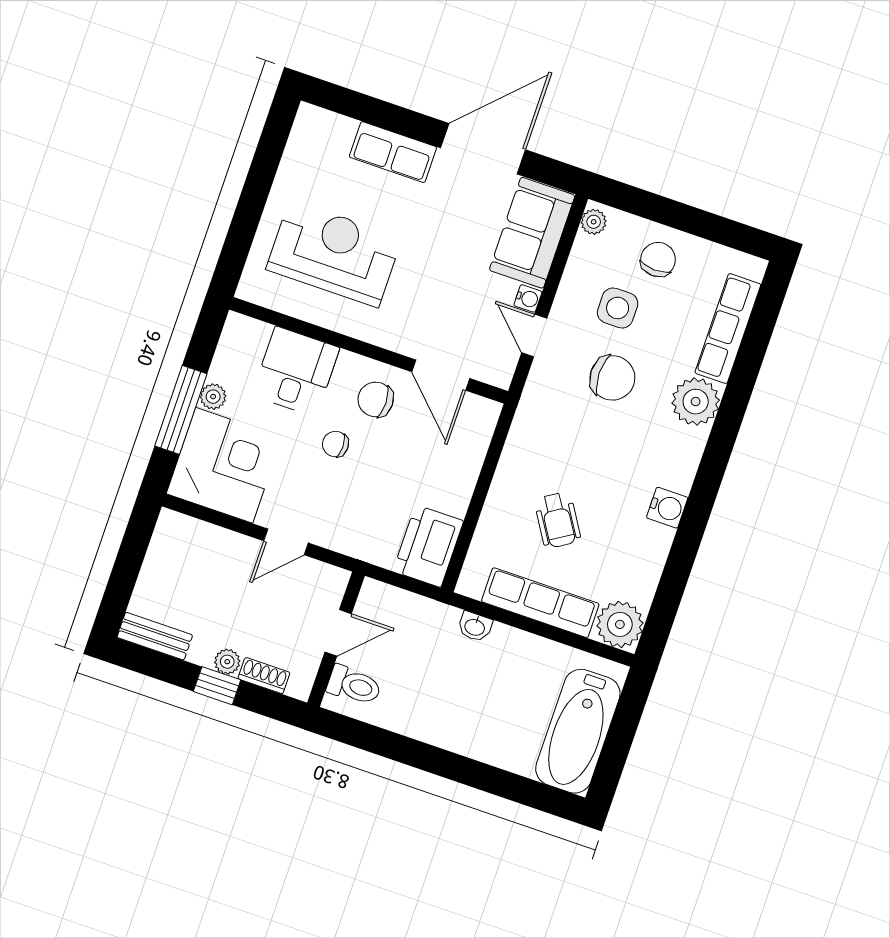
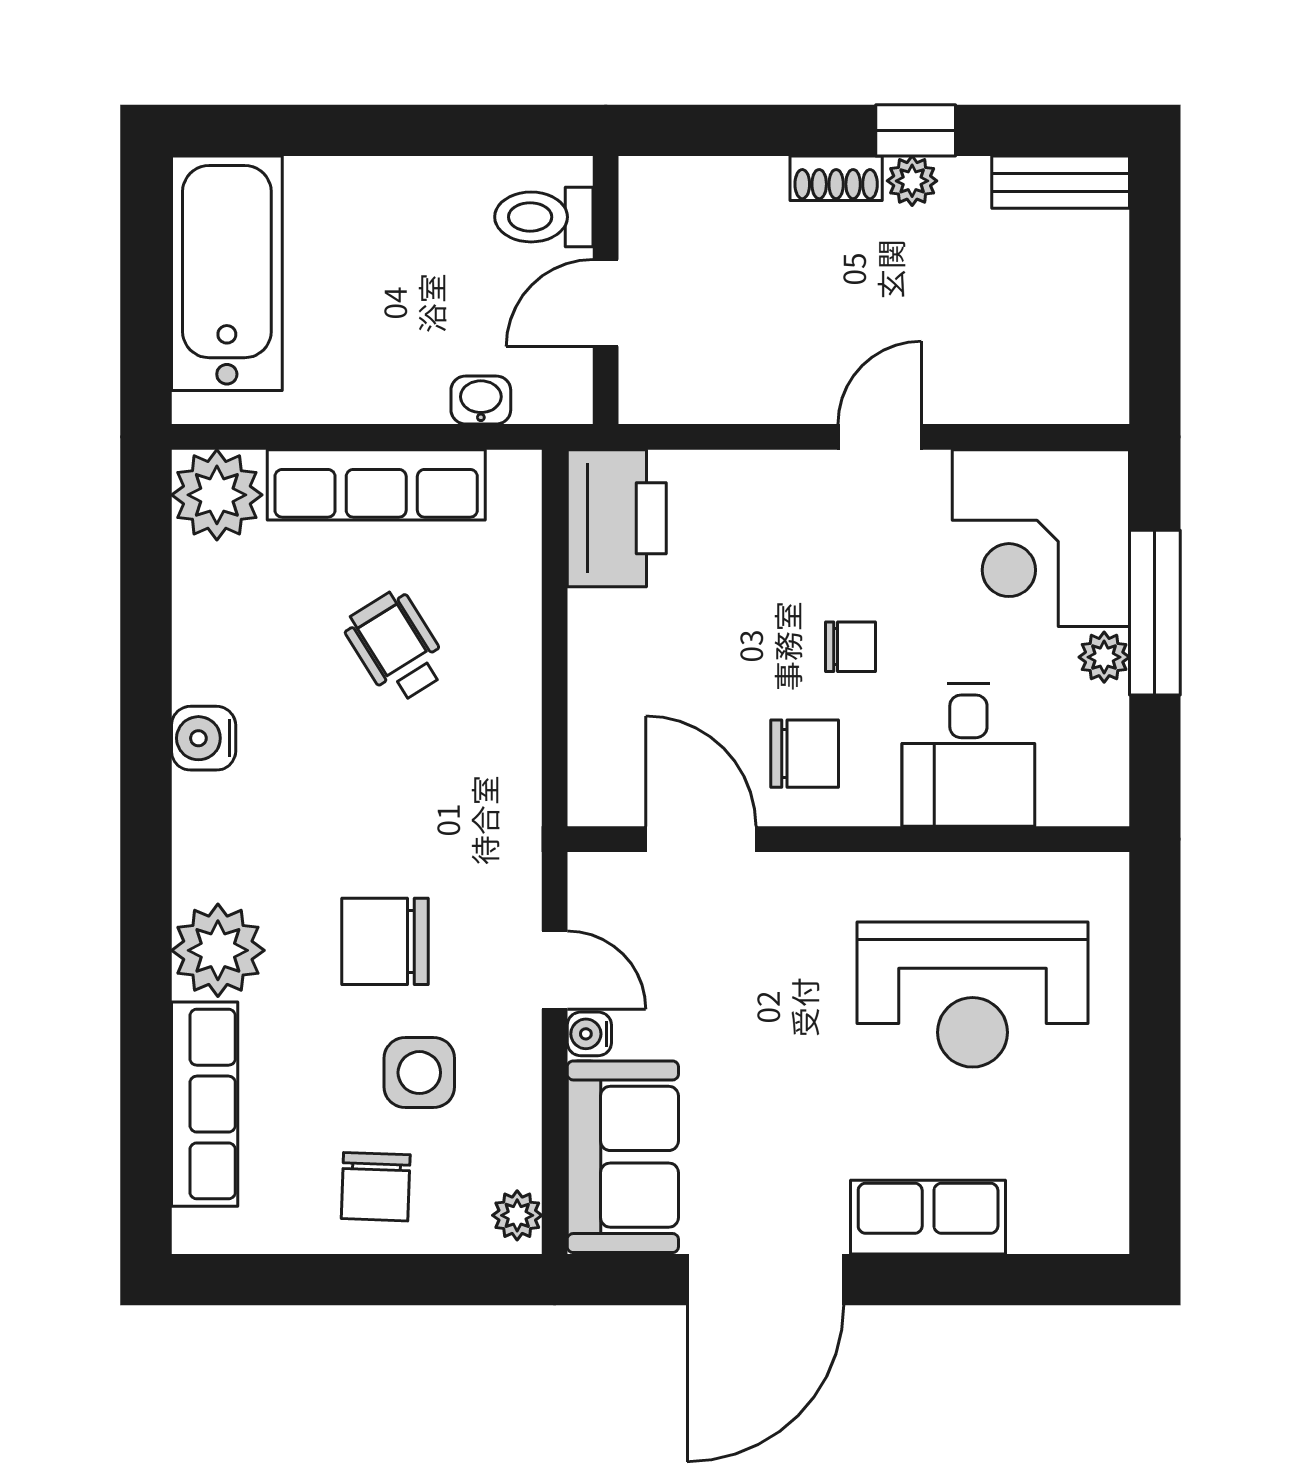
door: (338, 633) -> (606, 303), moved
wall: (336, 639) -> (606, 290), moved
toilet: (354, 685) -> (544, 217), moved

